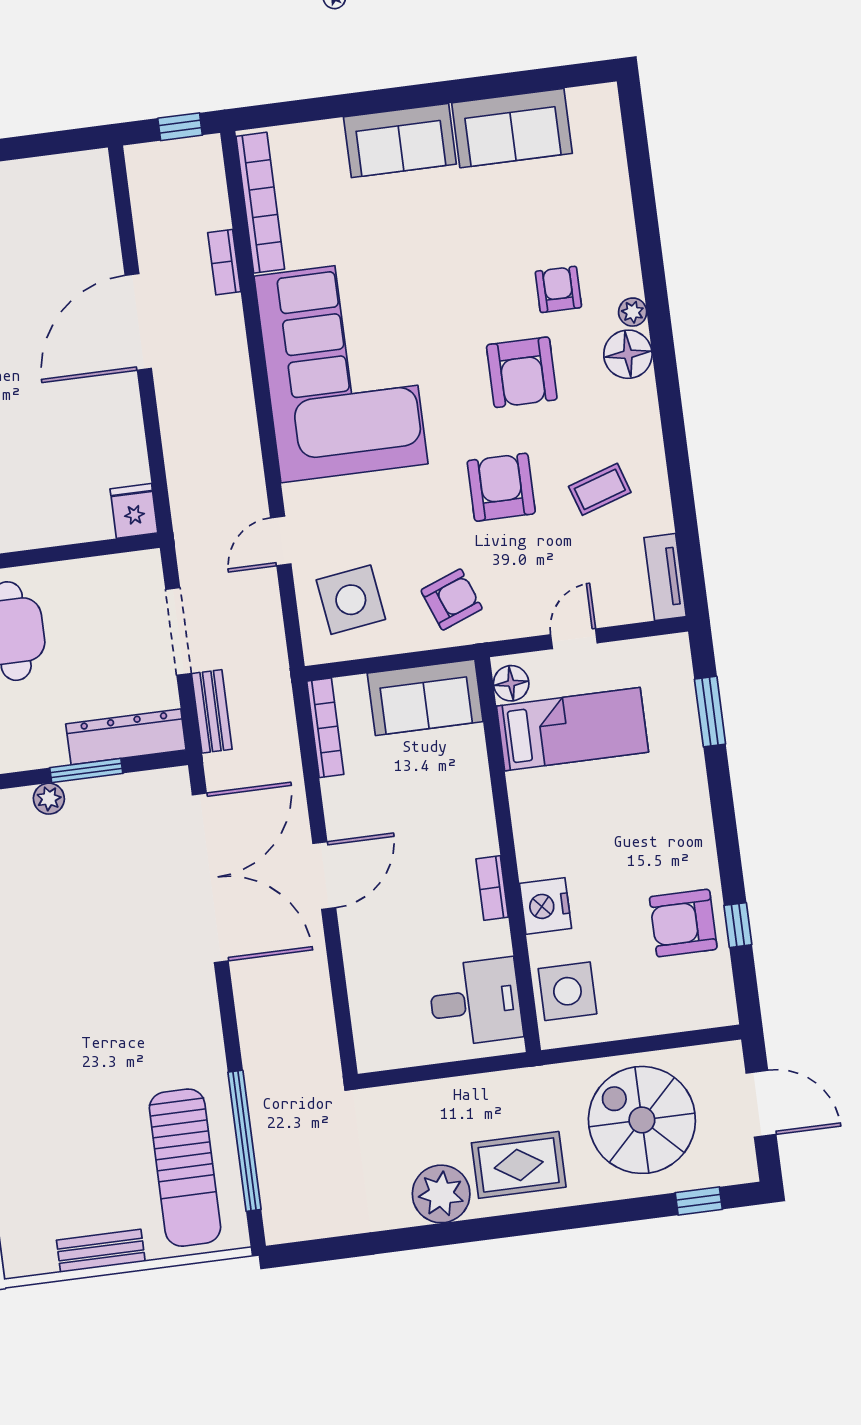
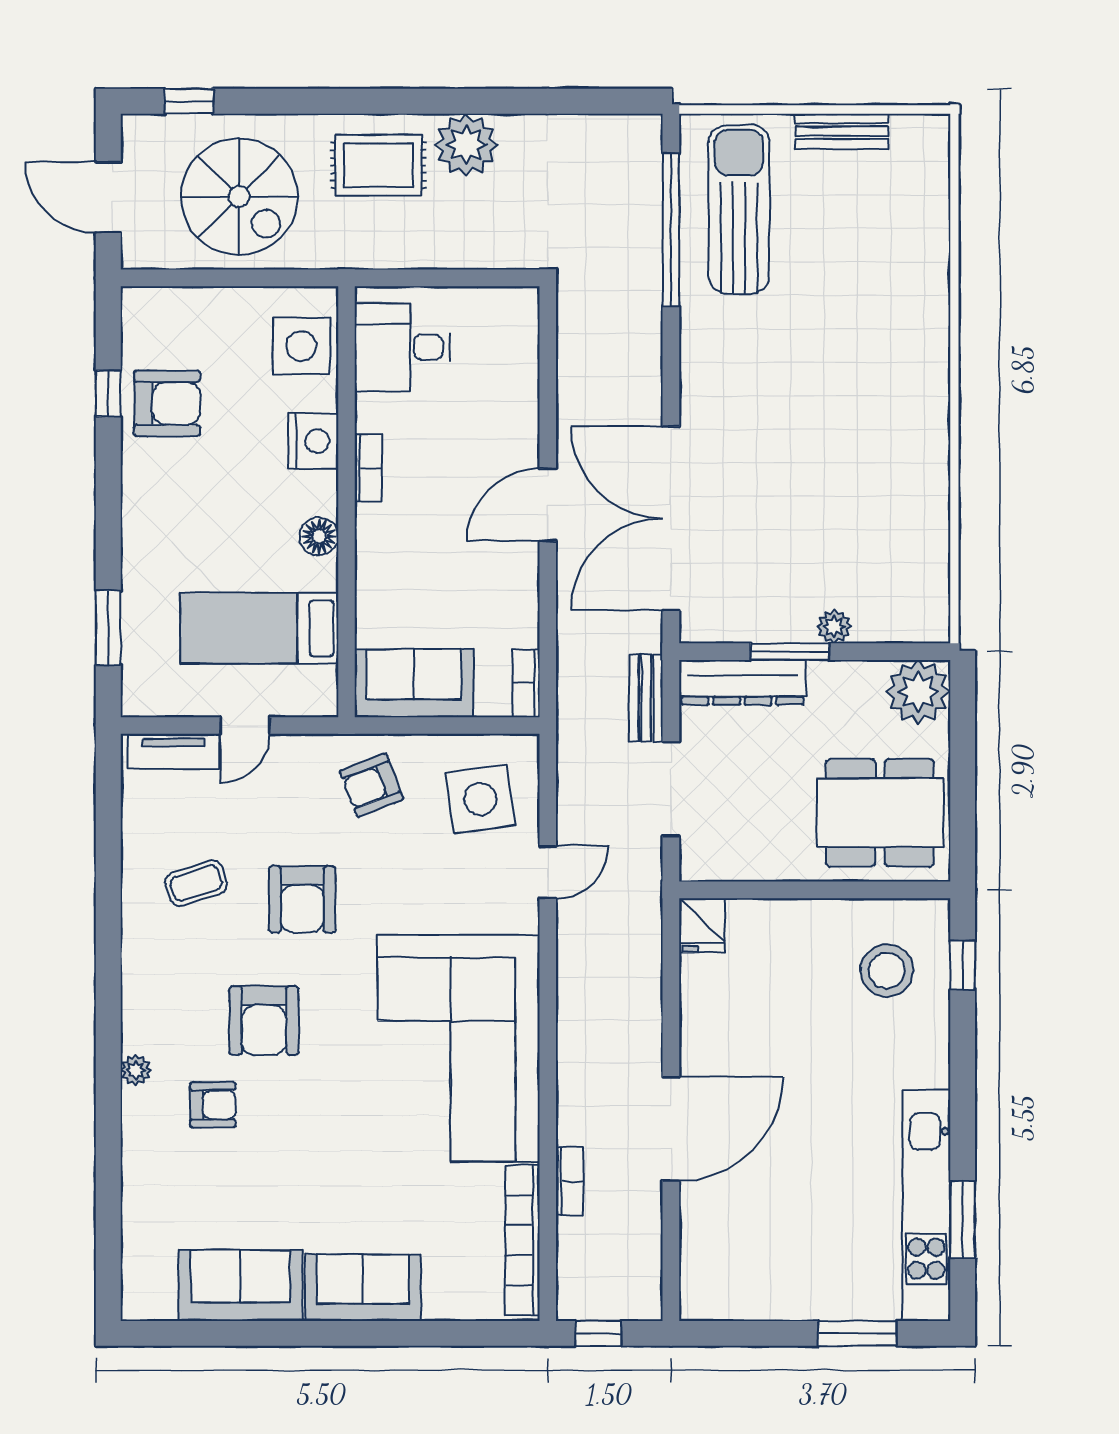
armchair: (558, 289) -> (213, 1105), turned -90
floor lamp: (628, 354) -> (147, 1025), removed
armchair: (522, 372) -> (264, 1021), turned 180
tv unit: (665, 577) -> (173, 751), moved, turned 90
floor lamp: (511, 683) -> (319, 536), moved
bookcase: (325, 728) -> (526, 683), width x0.64

